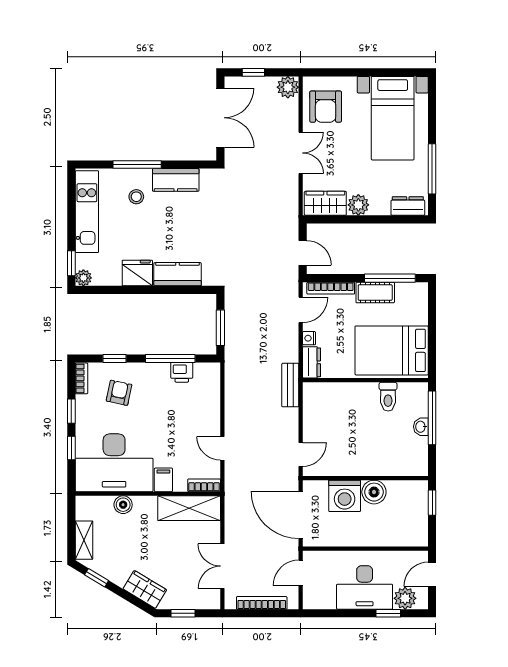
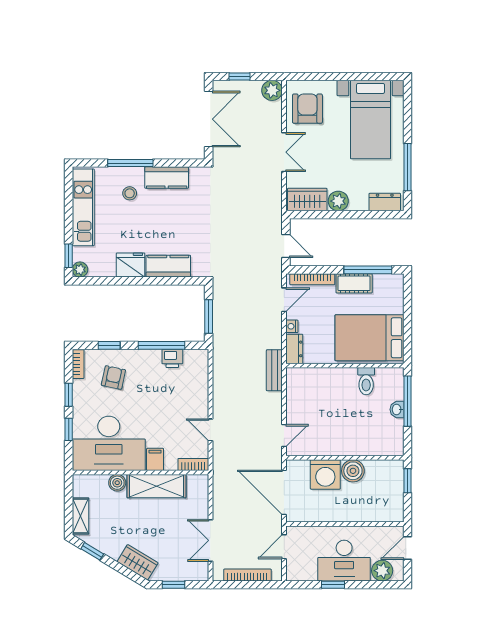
armchair: (326, 107) -> (307, 109), turned 180
shelving: (189, 508) -> (157, 486), moved
window: (388, 613) -> (333, 585), moved

